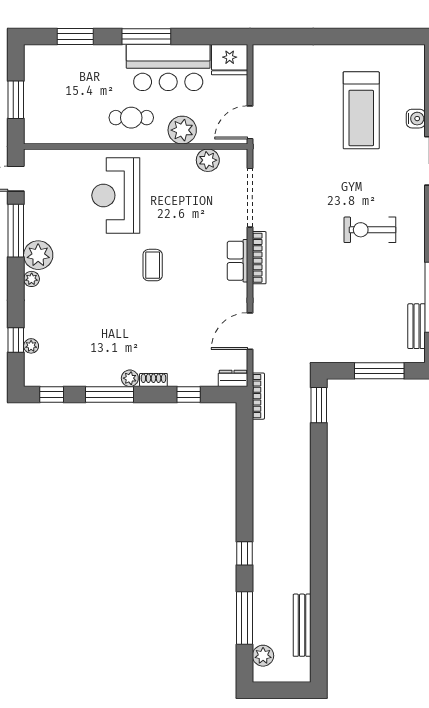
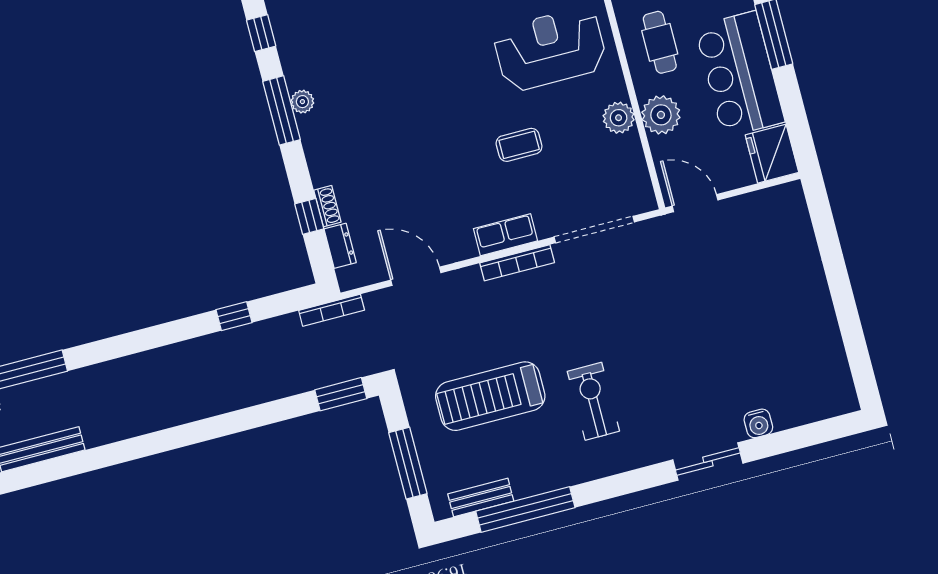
treadmill: (361, 110) -> (490, 396), moved
plant: (208, 160) -> (619, 118), moved
coffee table: (153, 265) -> (519, 145), moved
plant: (130, 378) -> (302, 102), moved
dresser: (233, 378) -> (340, 246), moved
shoe rack: (153, 380) -> (327, 206), moved
window: (245, 553) -> (234, 316), moved

